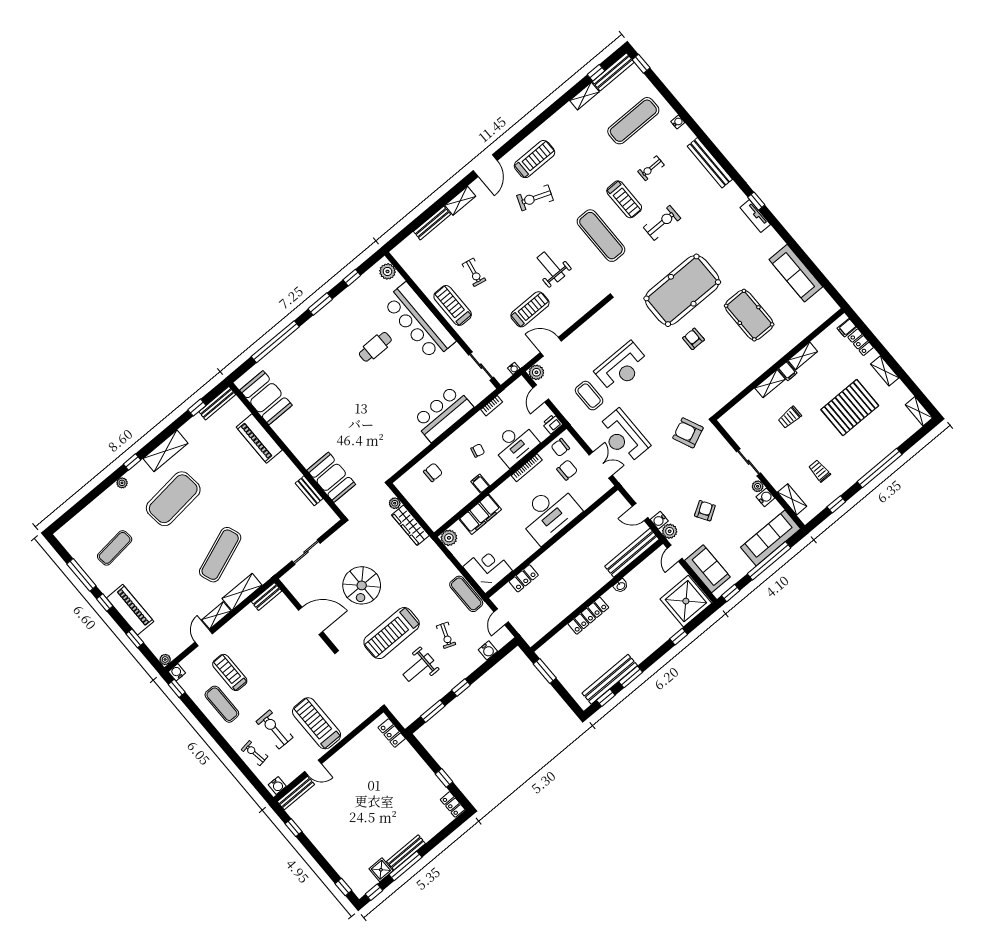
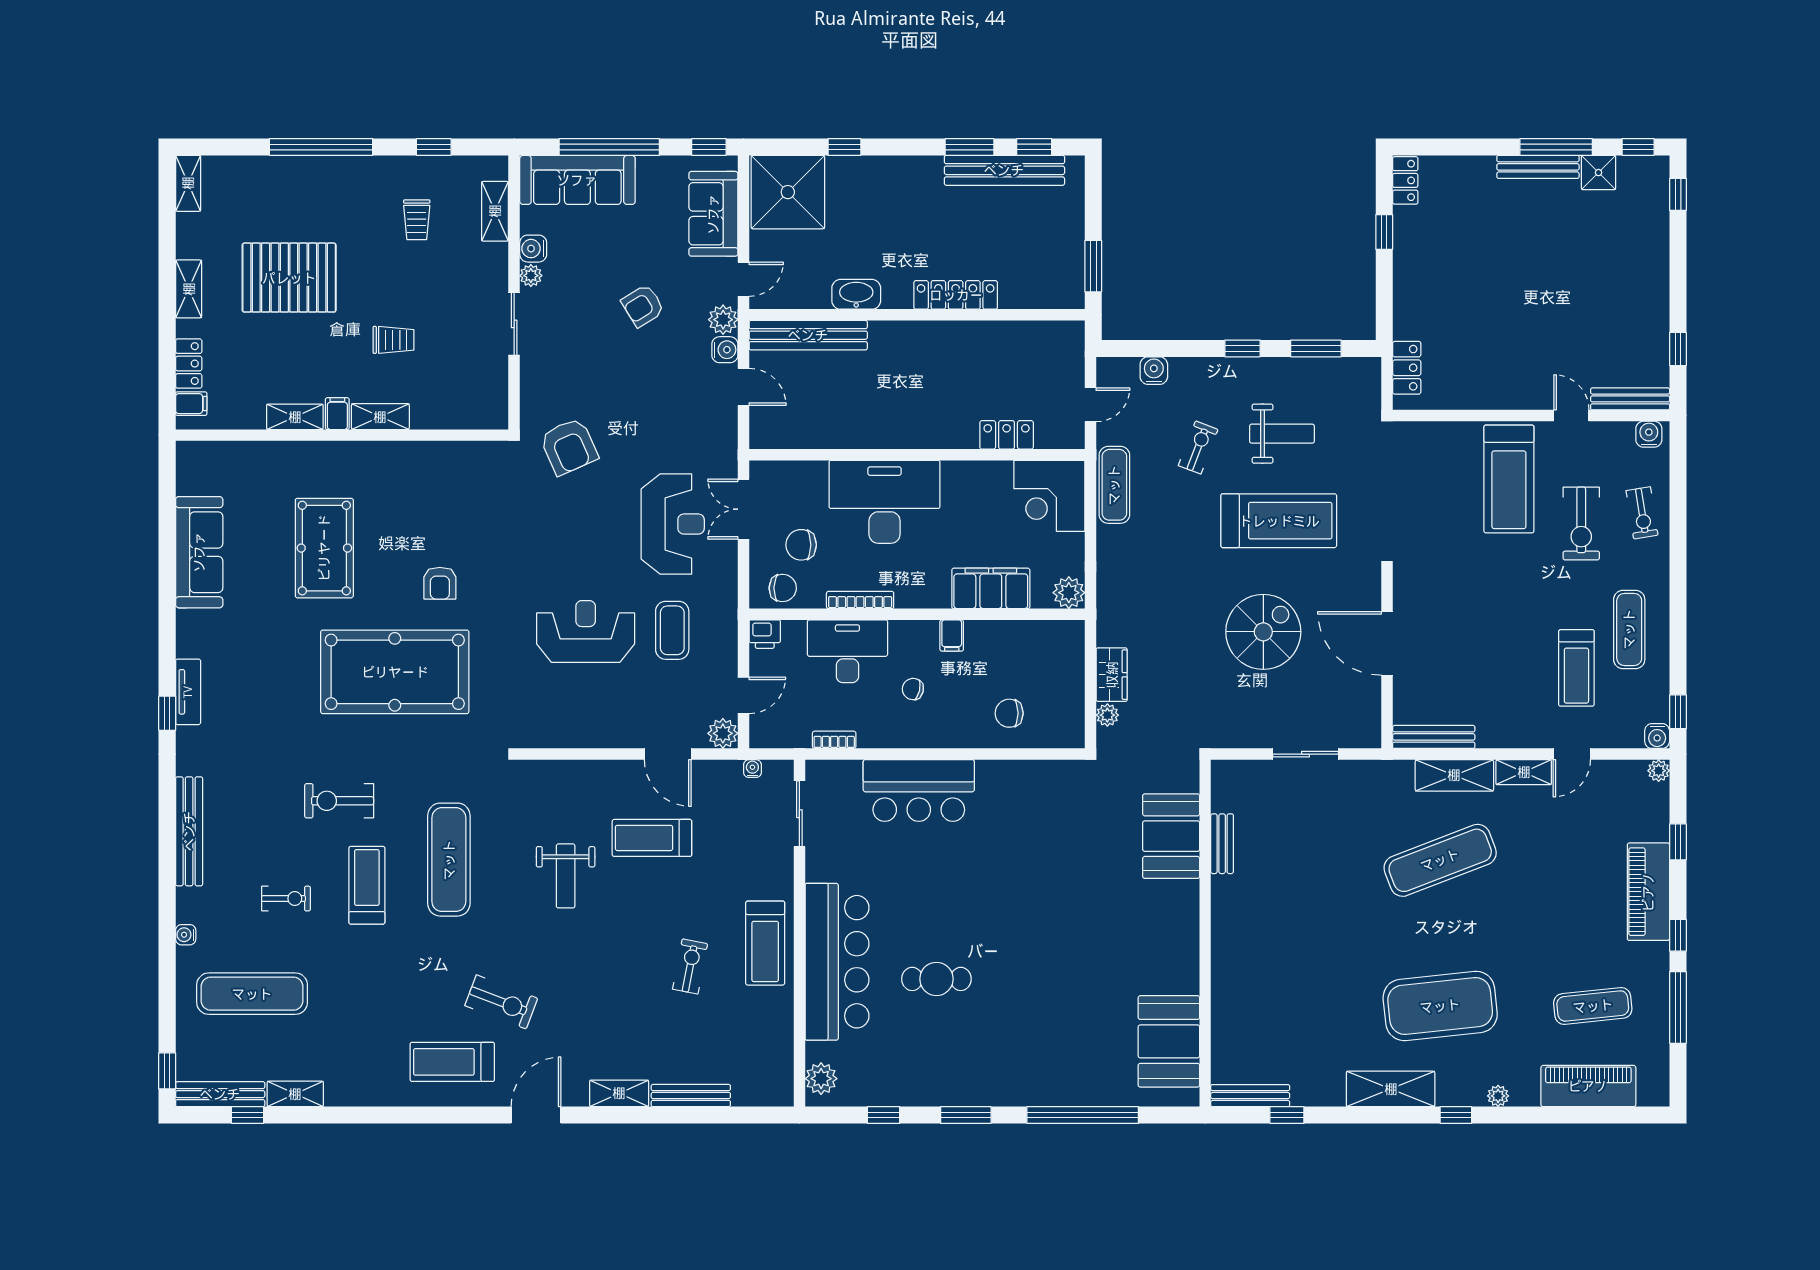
piano: (259, 439) -> (1588, 1086), moved, turned -90
wardrobe: (410, 525) -> (1112, 675), width x0.67
washbasin: (621, 586) -> (856, 294), width x1.91, depth x1.45
bench: (267, 596) -> (1434, 737), width x1.36

